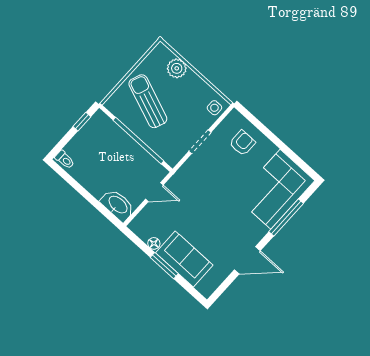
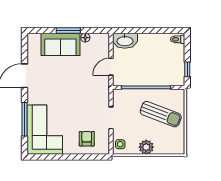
plant: (177, 68) -> (146, 147), moved
armchair: (242, 143) -> (87, 139), turned 180

